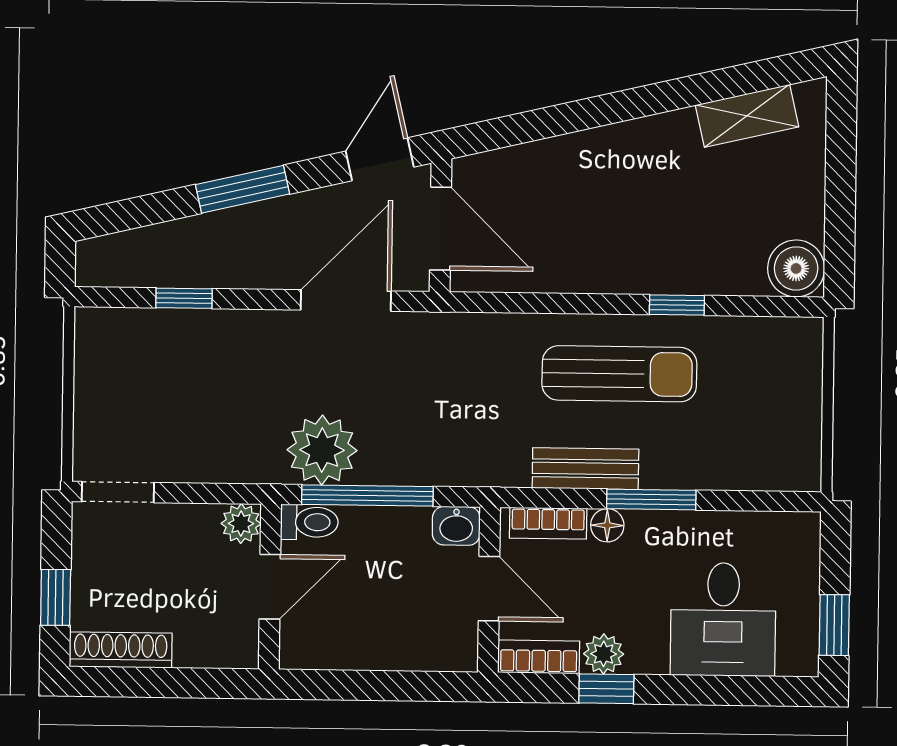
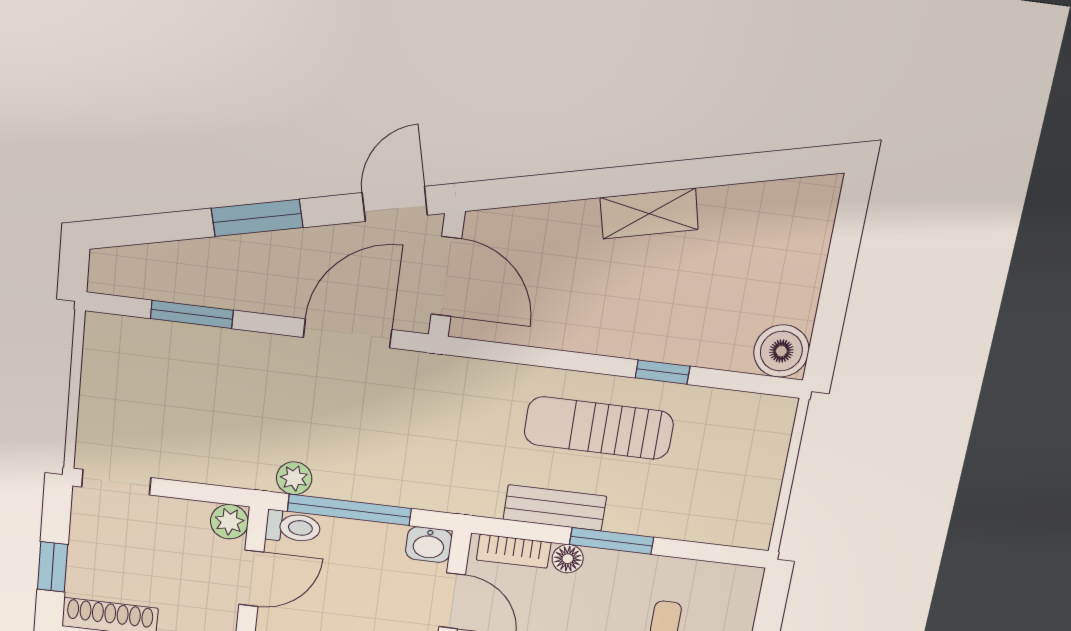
shelving: (747, 116) -> (649, 214), moved
window: (184, 298) -> (192, 314), width x1.50
sun lounger: (619, 374) -> (599, 428), turned 180
plant: (322, 450) -> (294, 478), width x0.53, depth x0.53

